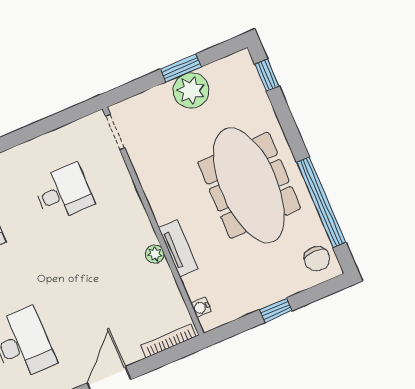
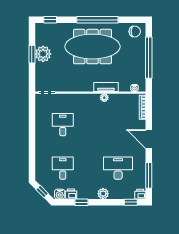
window: (321, 202) -> (97, 20), moved
window: (276, 310) -> (149, 58), width x3.17

